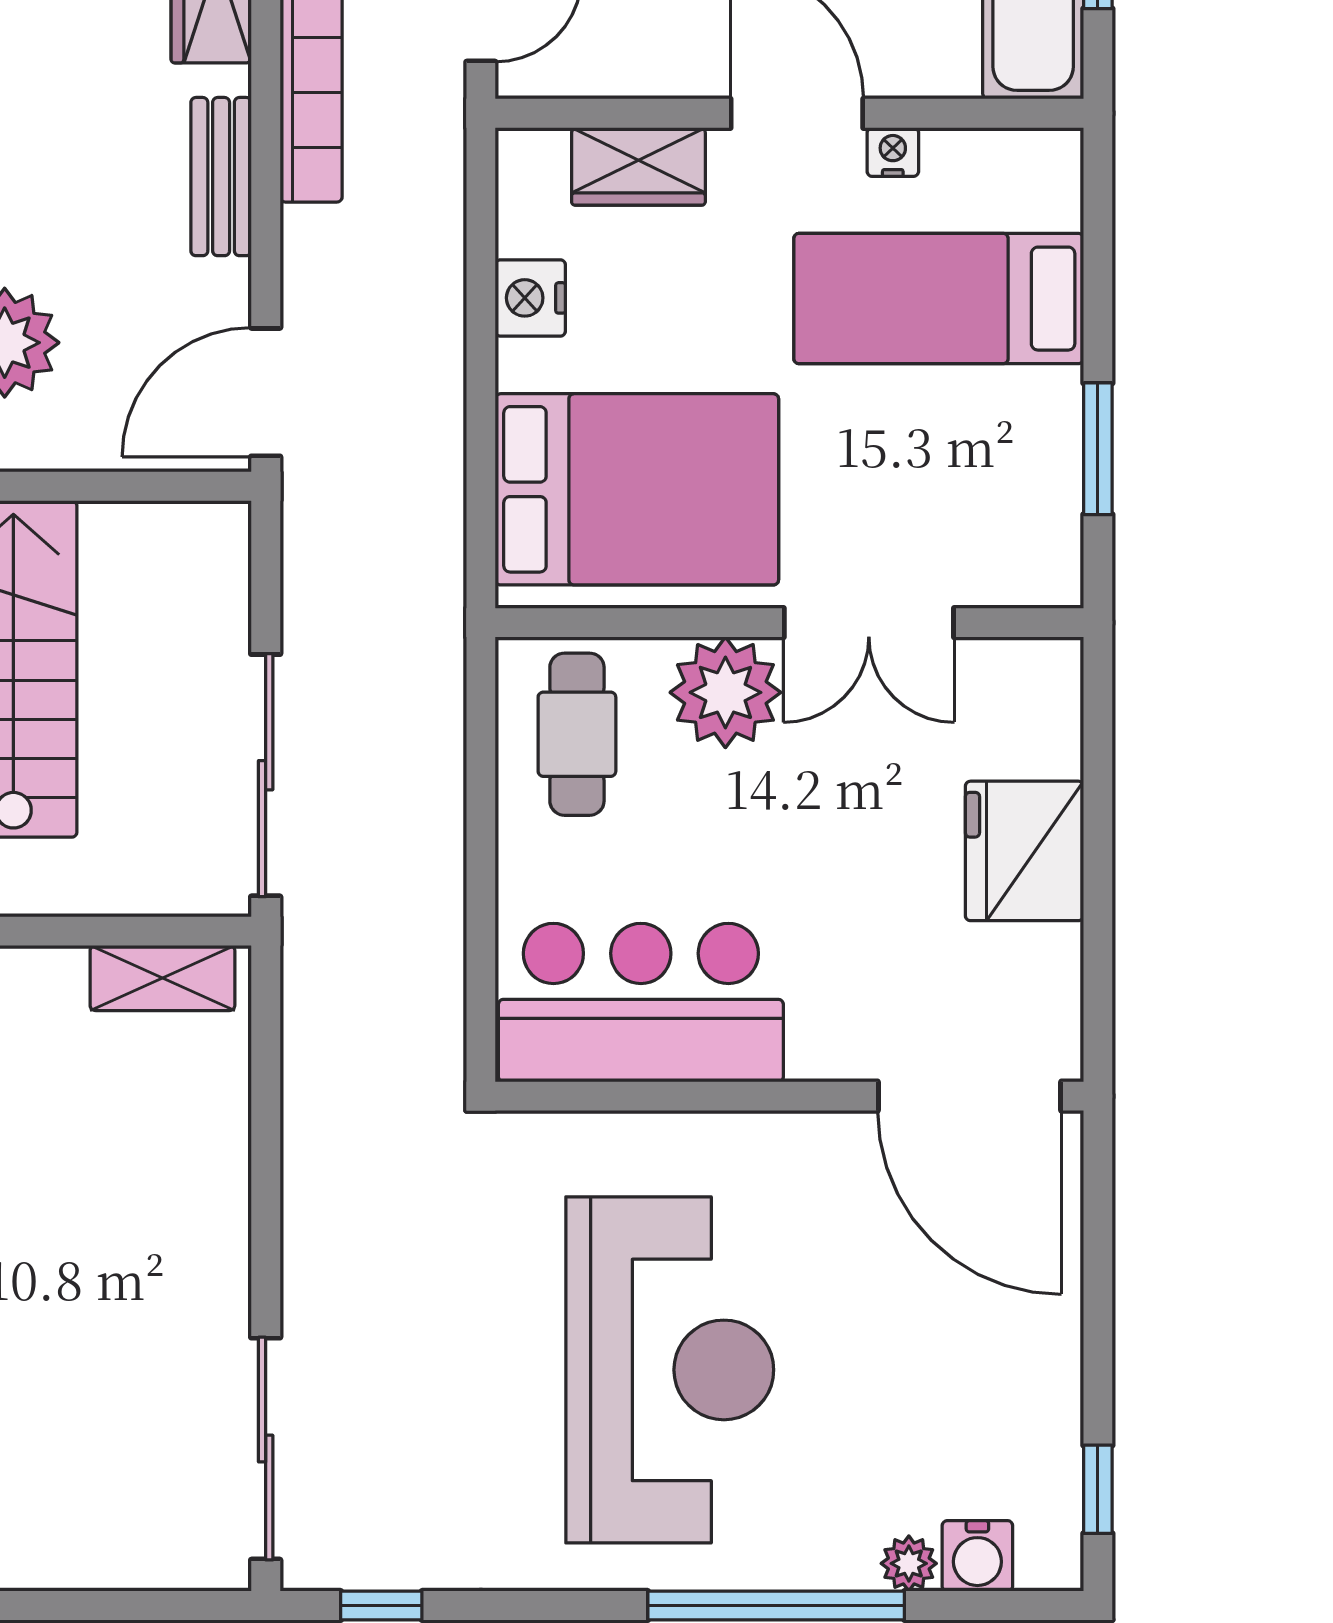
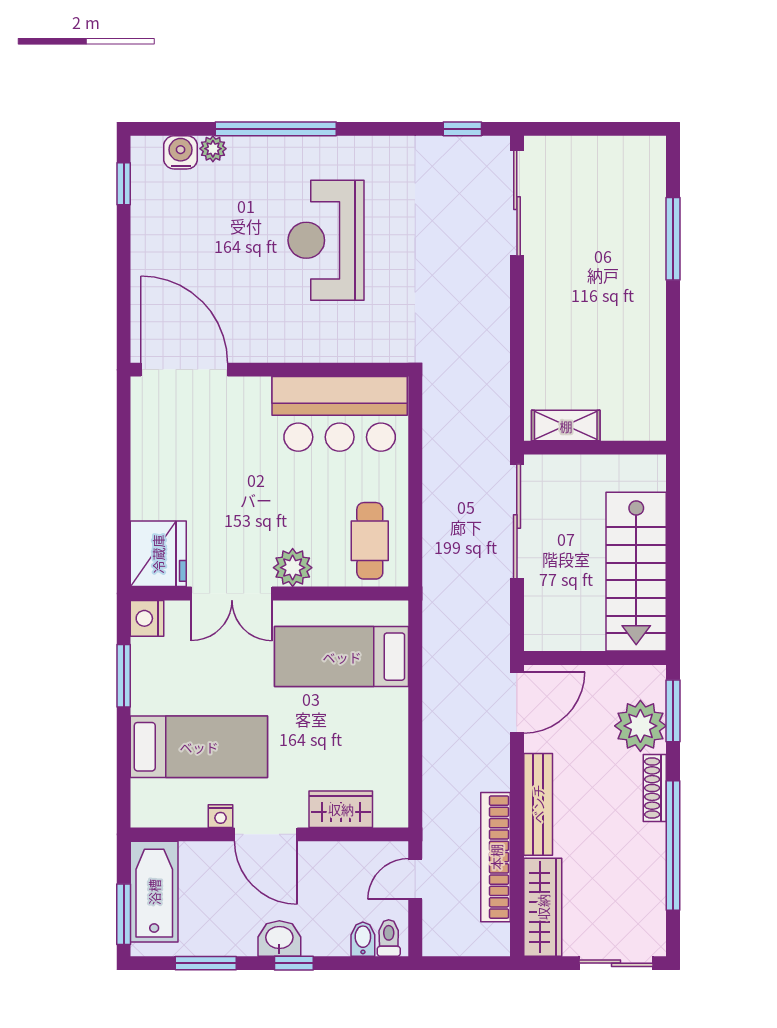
bench: (221, 177) -> (538, 804), width x1.36
nightstand: (530, 298) -> (147, 618), moved, turned 180
bed: (637, 489) -> (342, 657), width x0.67
double door: (869, 623) -> (232, 594), swing flipped
plant: (725, 692) -> (293, 568), width x0.73, depth x0.73
fridge: (1024, 851) -> (158, 554), moved
reception desk: (670, 1370) -> (326, 240), width x0.74, depth x0.77

